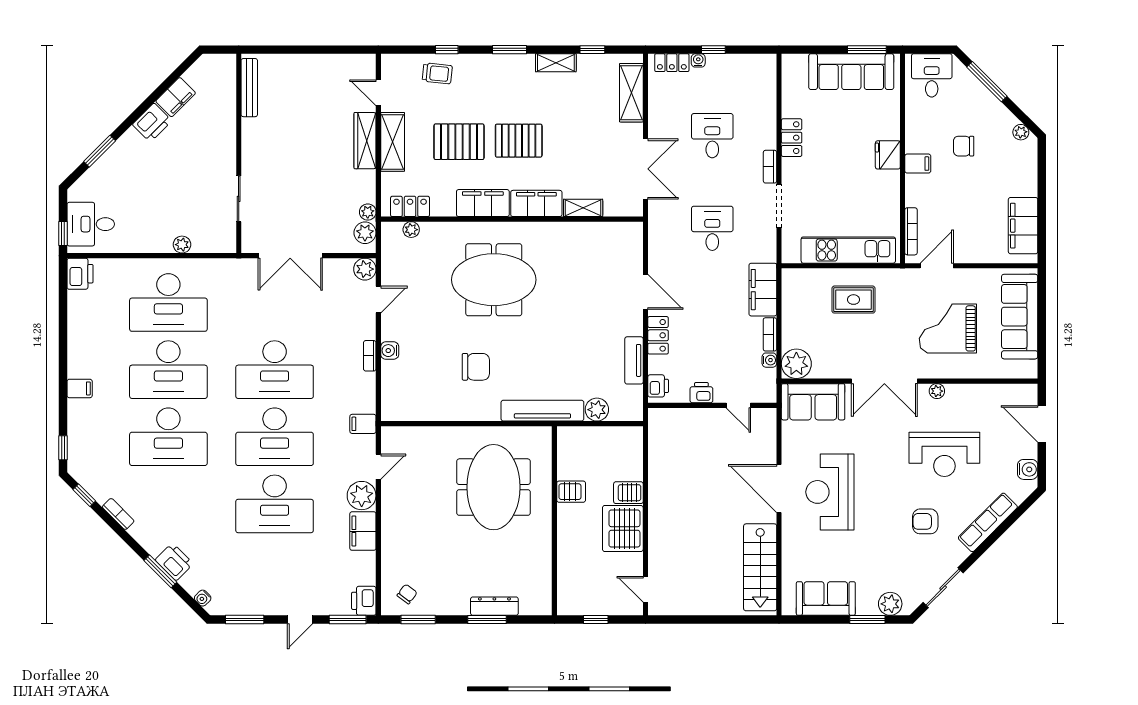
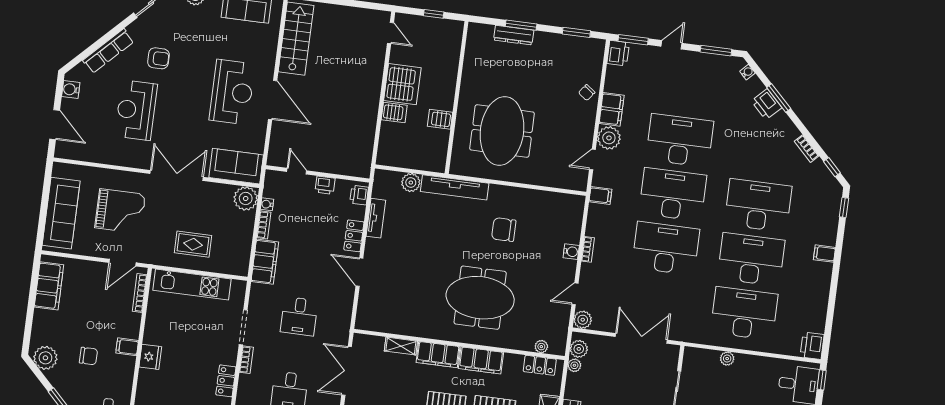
plant: (1021, 132) -> (45, 358), width x1.88, depth x1.88
plant: (937, 391) -> (135, 162), removed
reception desk: (944, 454) -> (136, 110), turned -90
chair: (407, 594) -> (587, 93), moved

